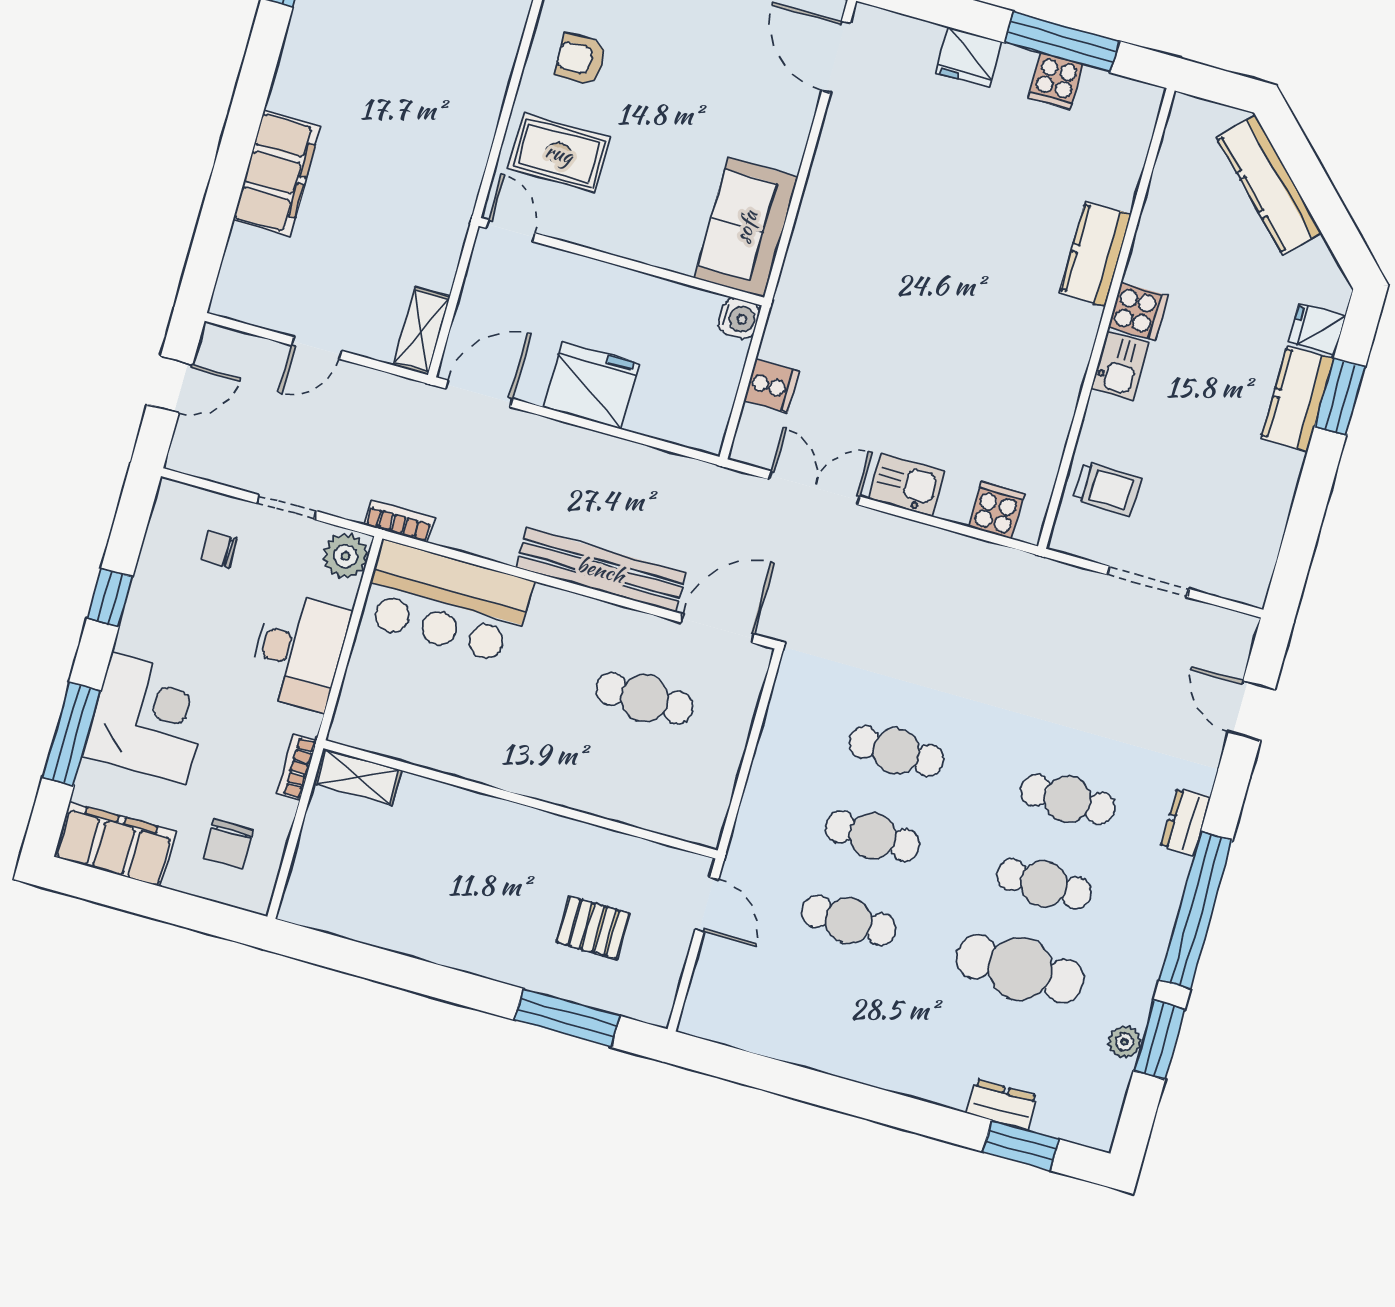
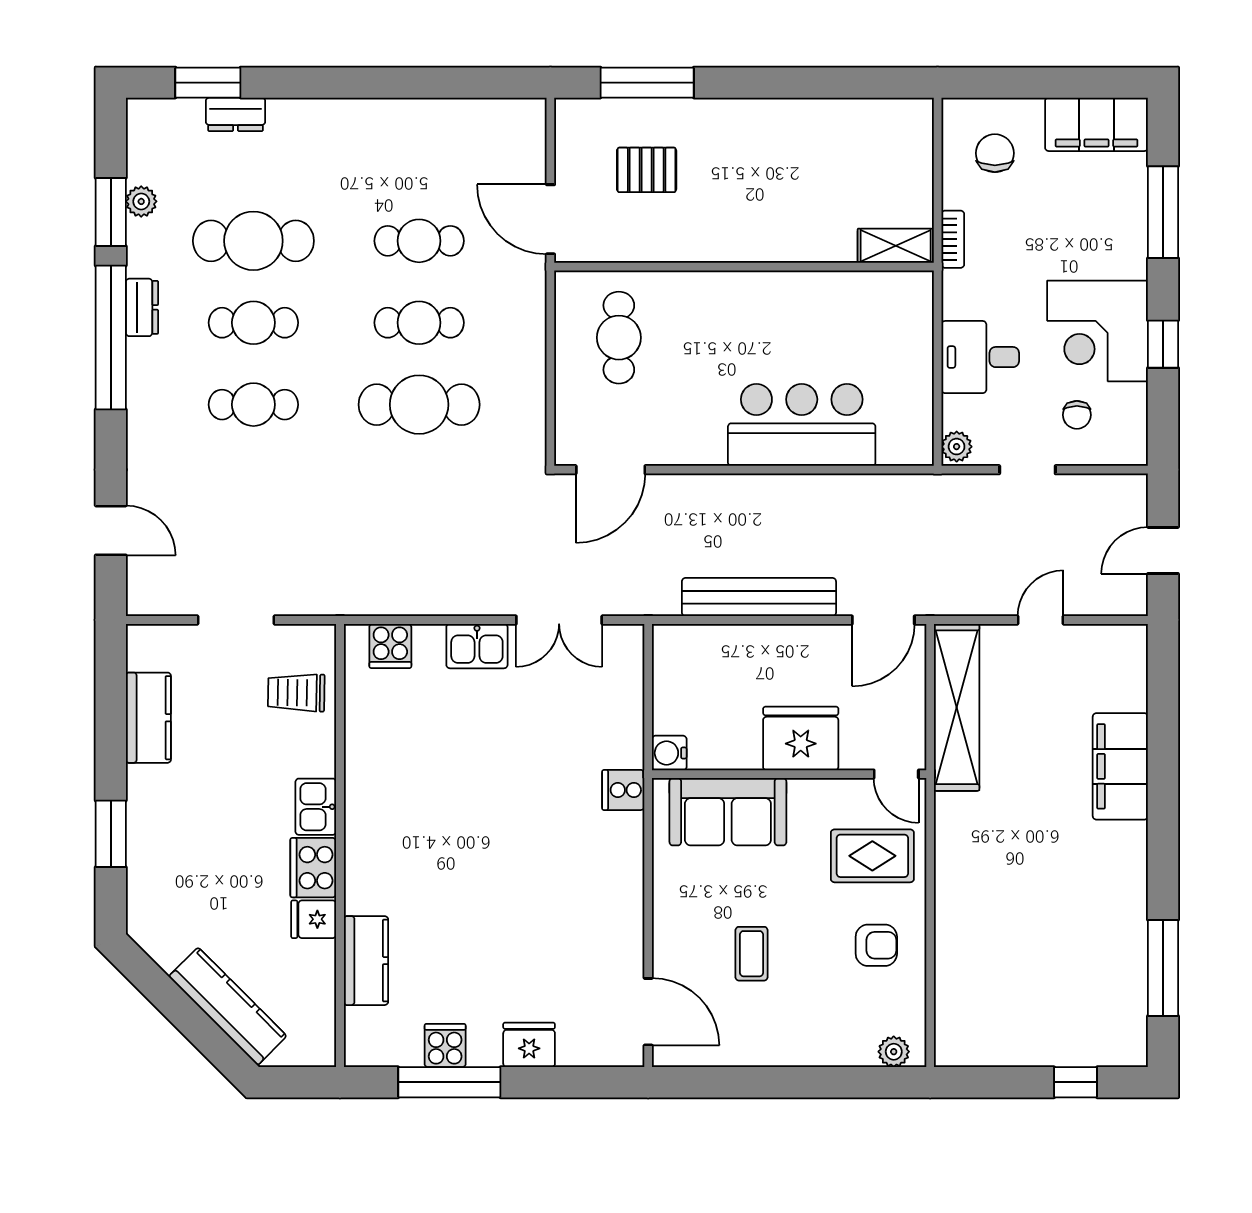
coffee table: (712, 87) -> (752, 954), added
sofa: (746, 227) -> (728, 812), moved, turned 90
kitchen counter: (1095, 254) -> (366, 961), moved
cooker: (1138, 312) -> (313, 868), width x1.36
fridge: (1317, 329) -> (314, 919), moved, turned 180
shelving: (421, 331) -> (957, 707), width x2.20, depth x1.33
fridge: (592, 385) -> (801, 738), moved, turned 180
cooker: (771, 386) -> (623, 790), moved
kitchen counter: (1298, 399) -> (148, 718), moved
bookcase: (399, 521) -> (923, 486), removed
chair: (219, 550) -> (1077, 415), turned 90
plant: (345, 556) -> (957, 447), width x0.73, depth x0.73
bench: (601, 570) -> (759, 597), moved
bar counter: (447, 602) -> (802, 425), moved
desk: (299, 651) -> (980, 357), width x0.73
cafe table: (645, 698) -> (619, 338), moved, turned 90
corner desk: (149, 718) -> (1098, 331), moved
cafe table: (896, 751) -> (419, 405), width x1.37, depth x1.35
dresser: (1186, 822) -> (142, 307), moved
door: (707, 905) -> (550, 219), width x1.38

